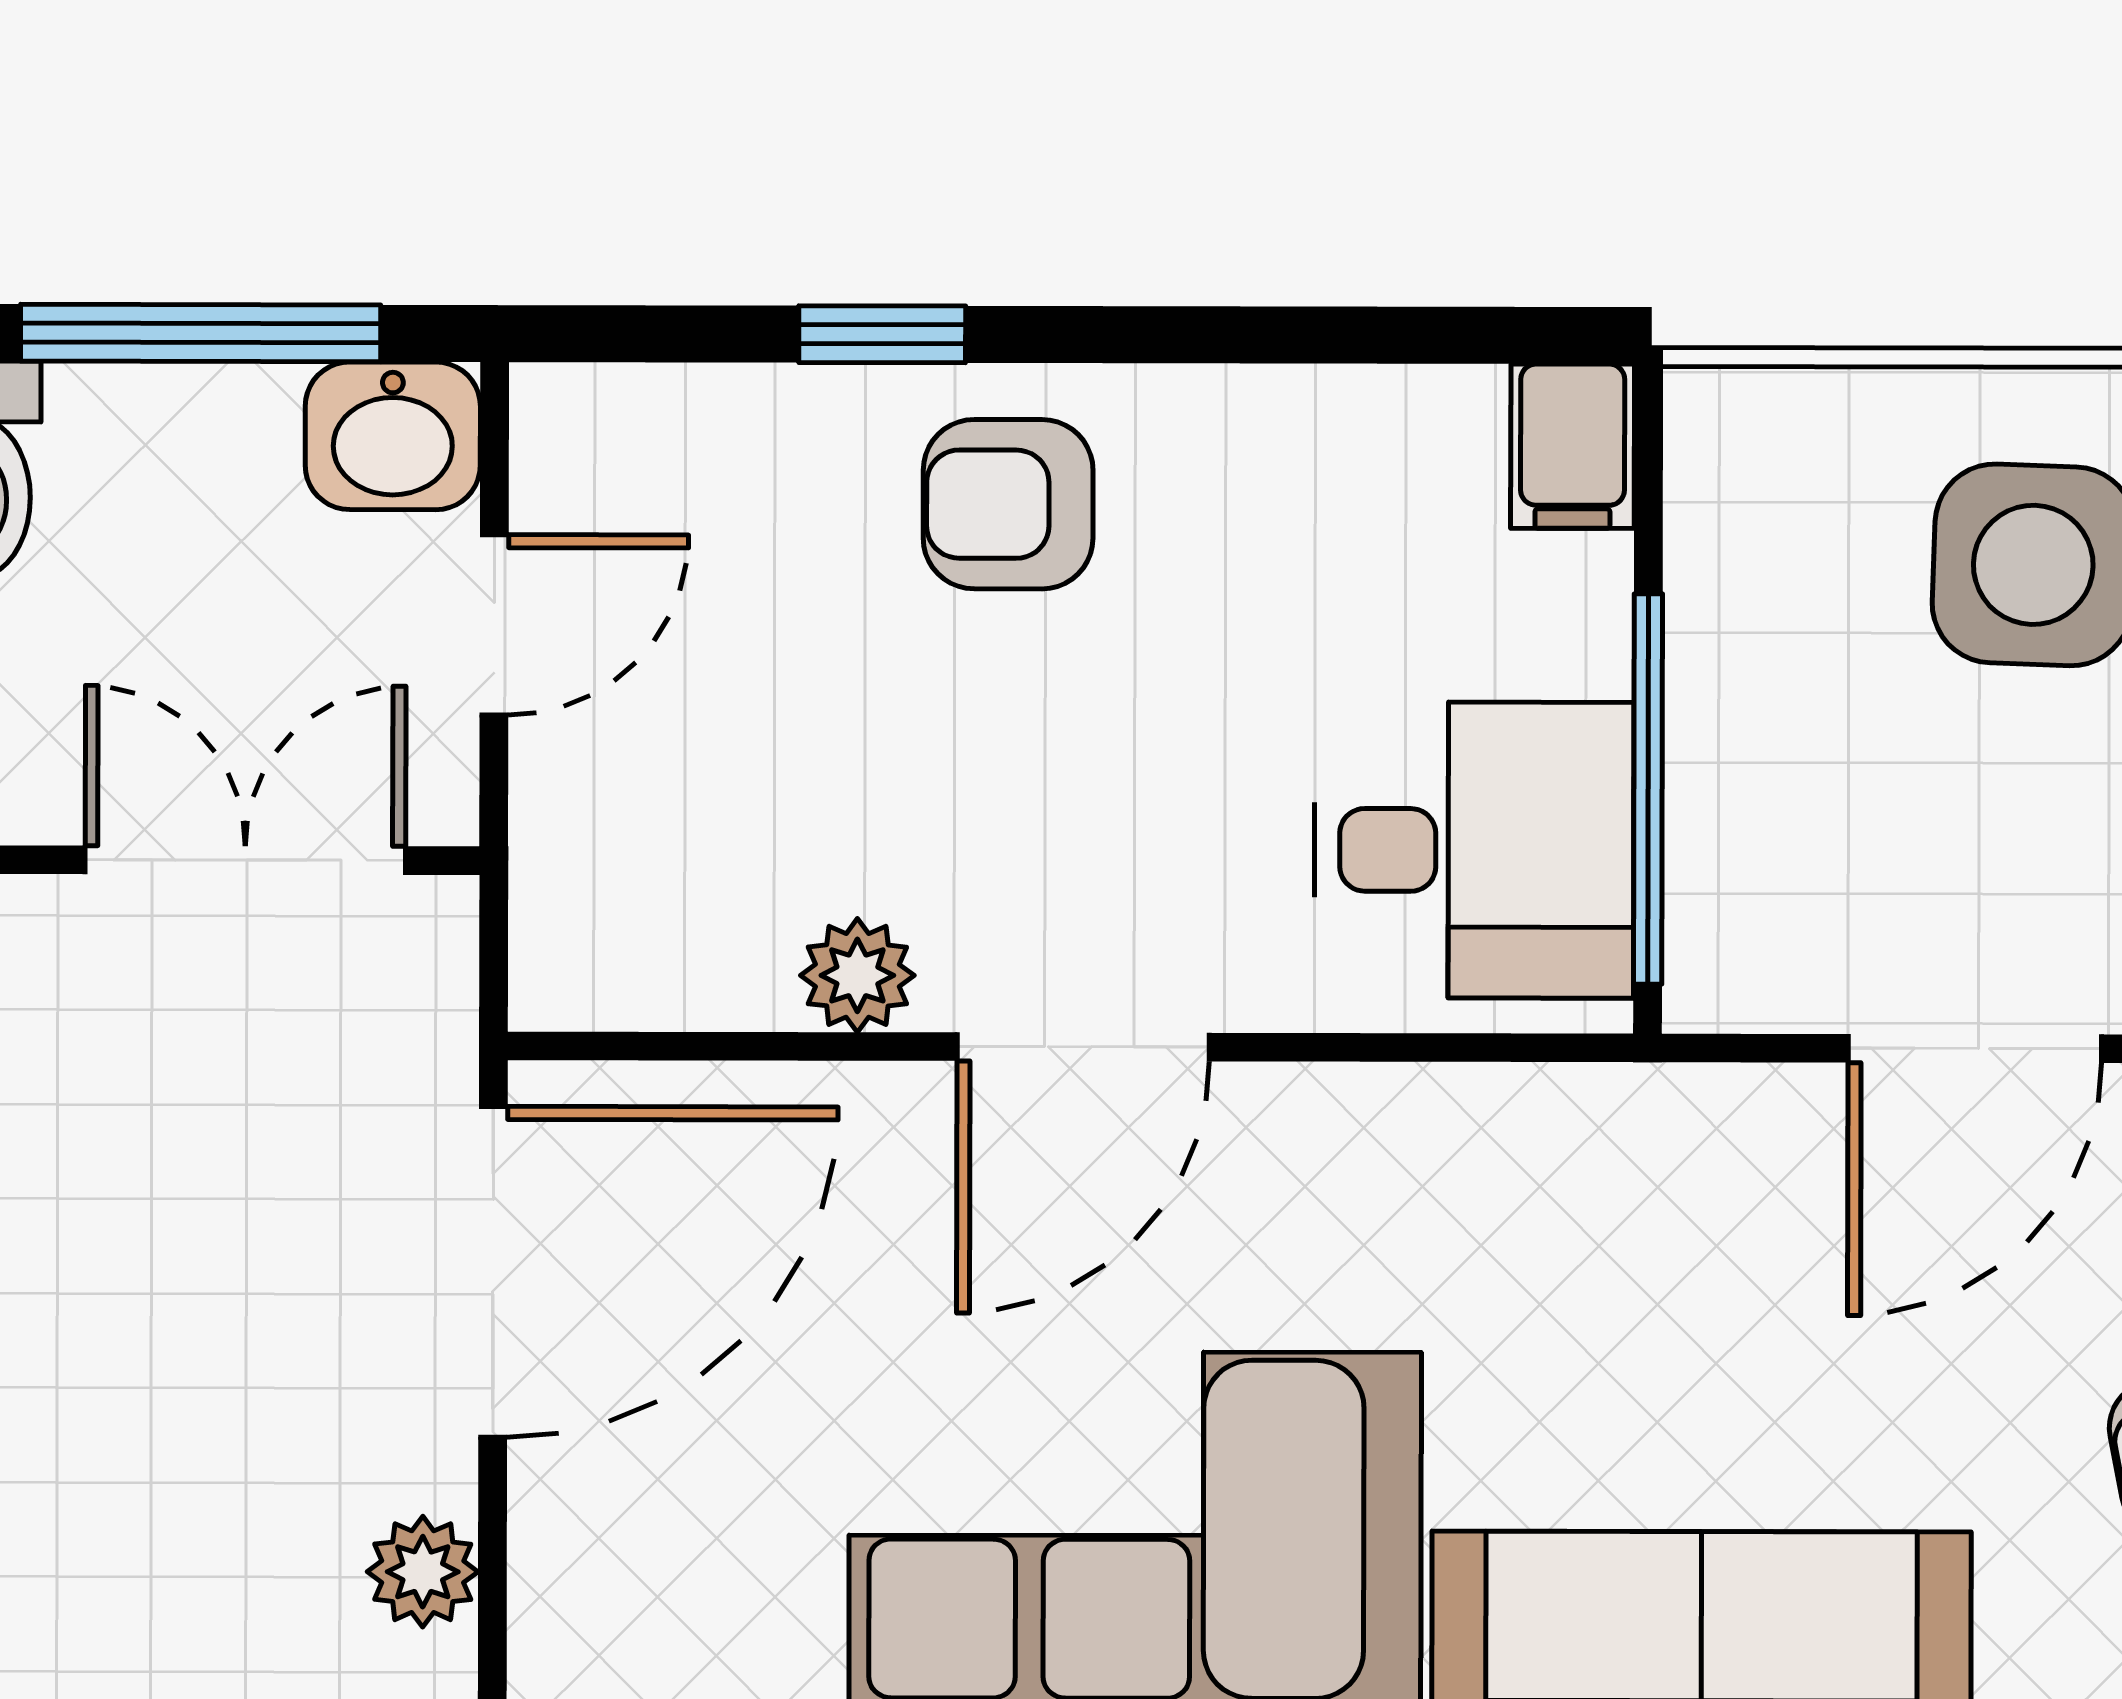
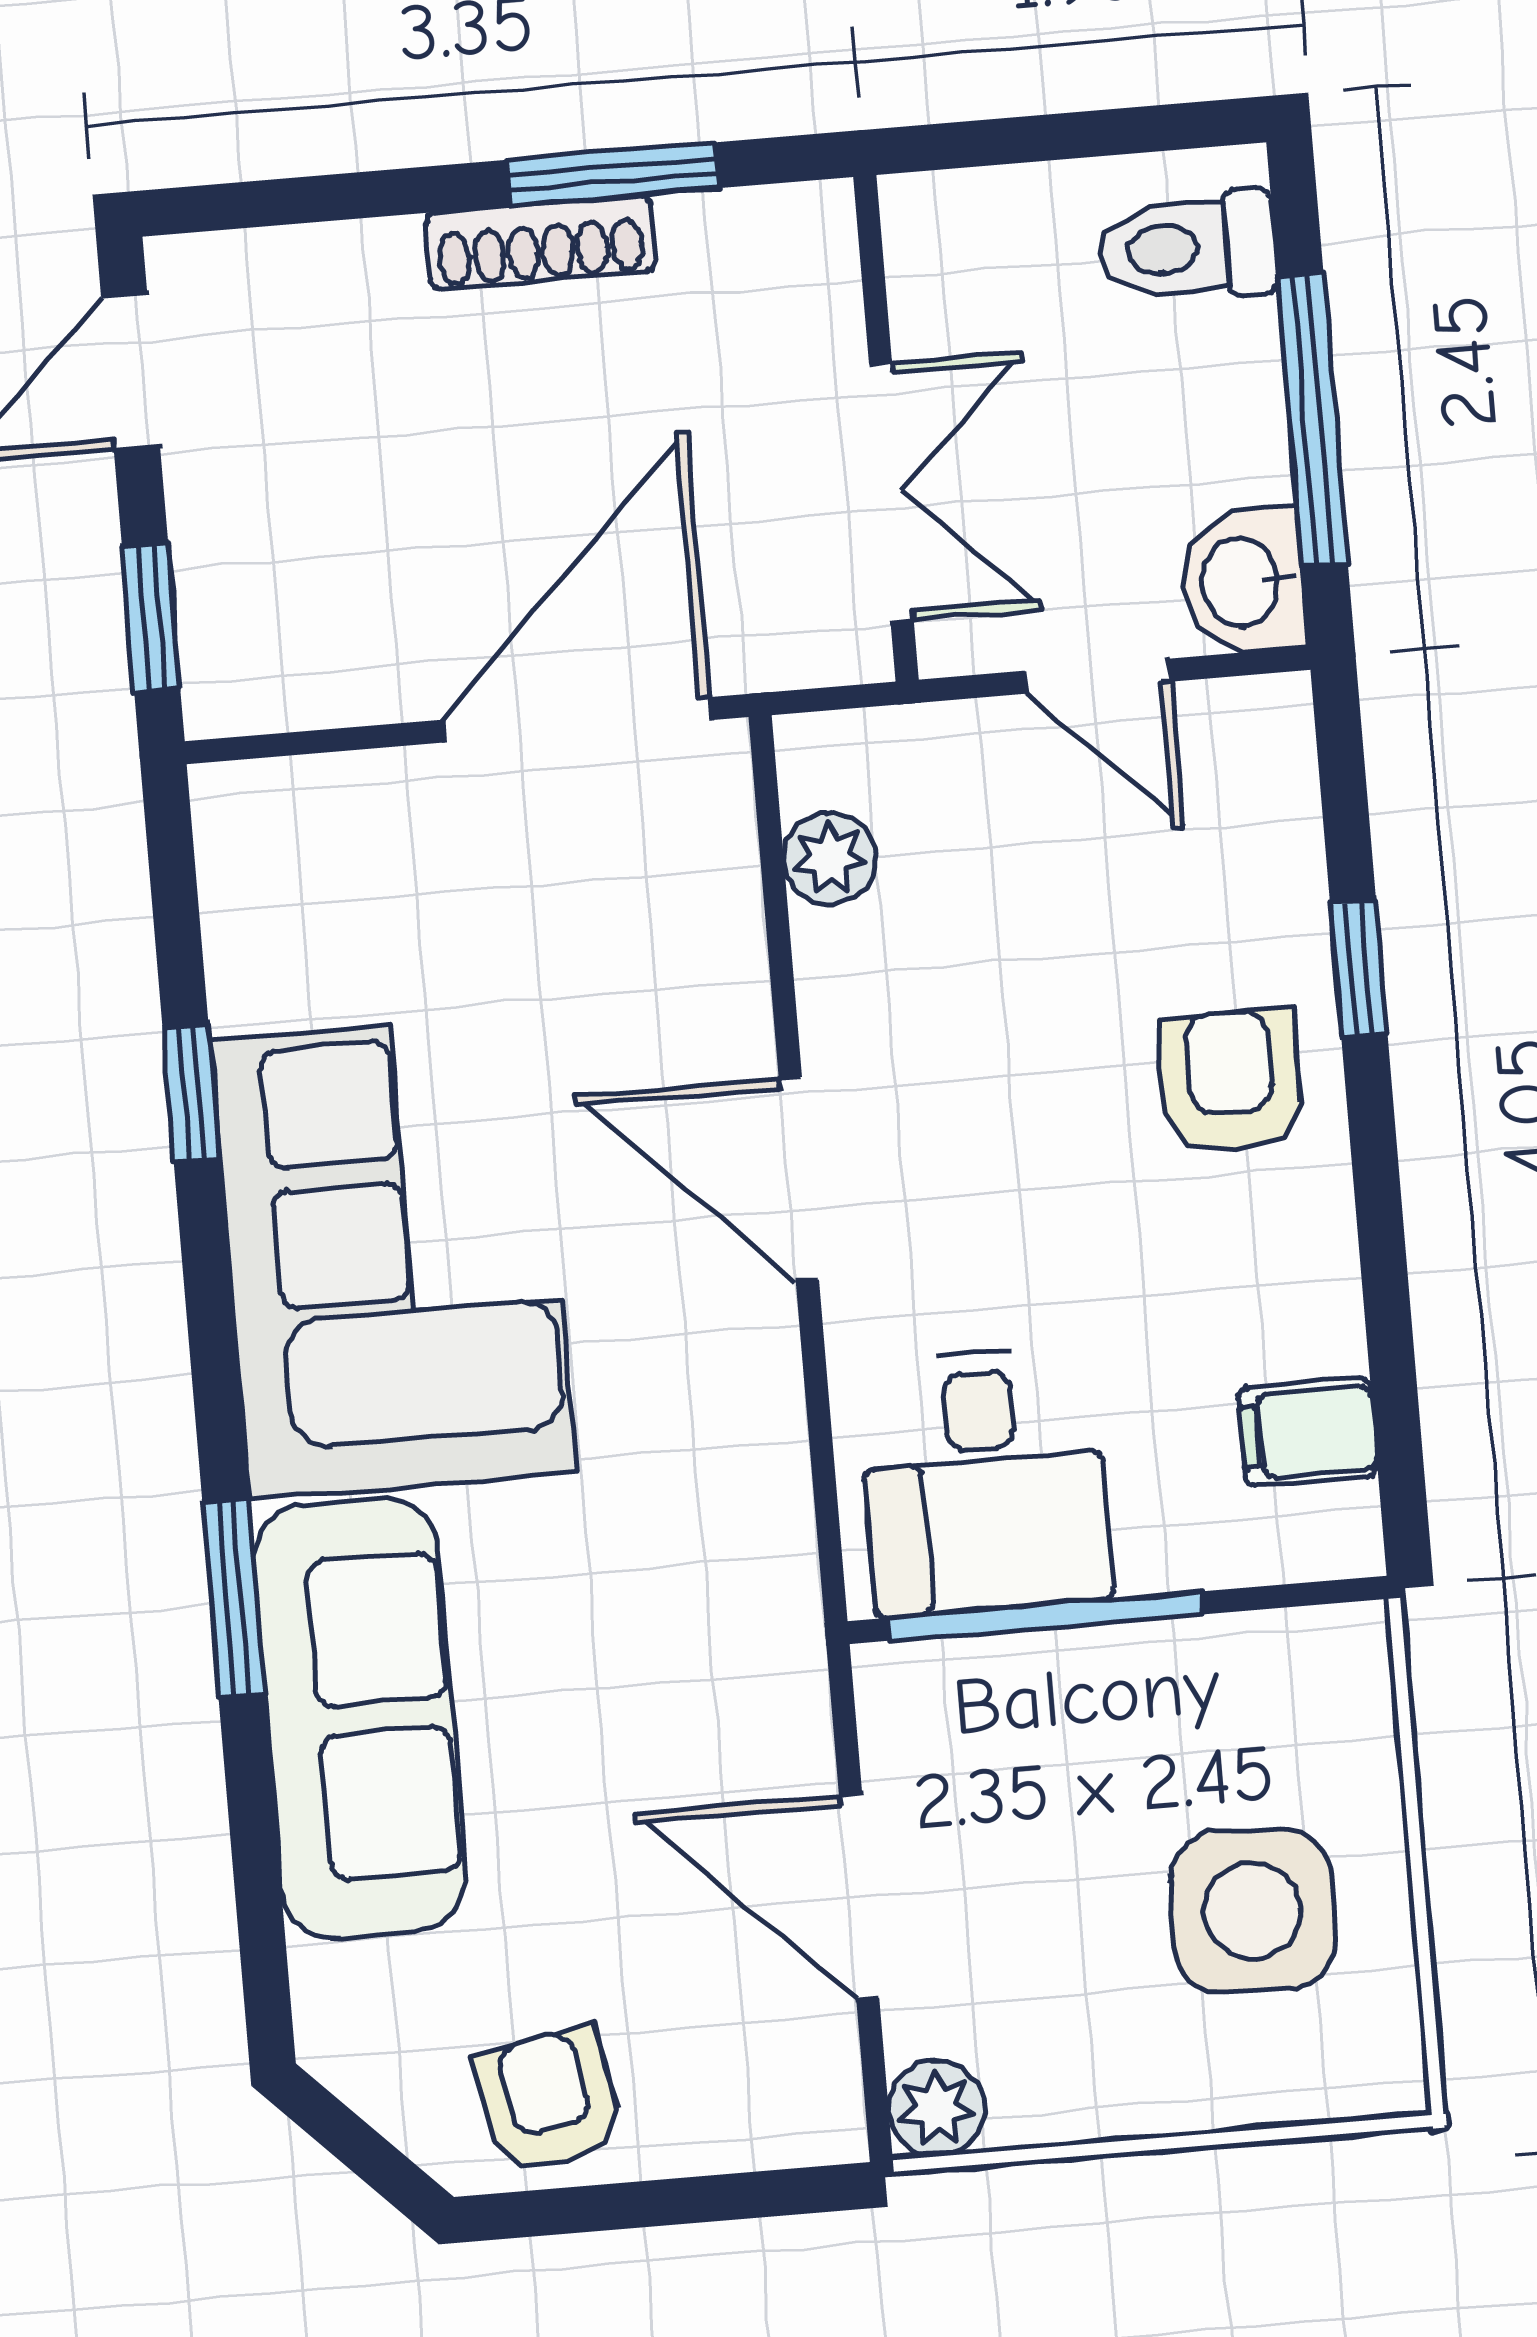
filing cabinet: (1573, 446) -> (1308, 1432), moved
plant: (857, 975) -> (830, 858), moved
door: (493, 1272) -> (577, 720), swing flipped
plant: (423, 1572) -> (331, 684), removed

